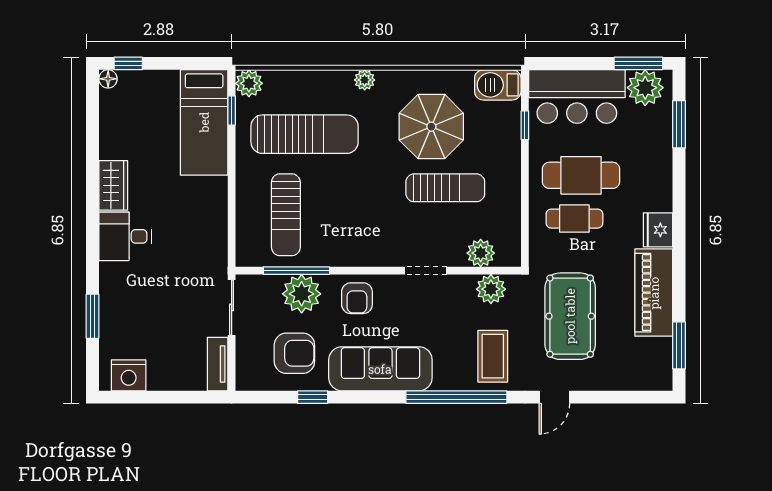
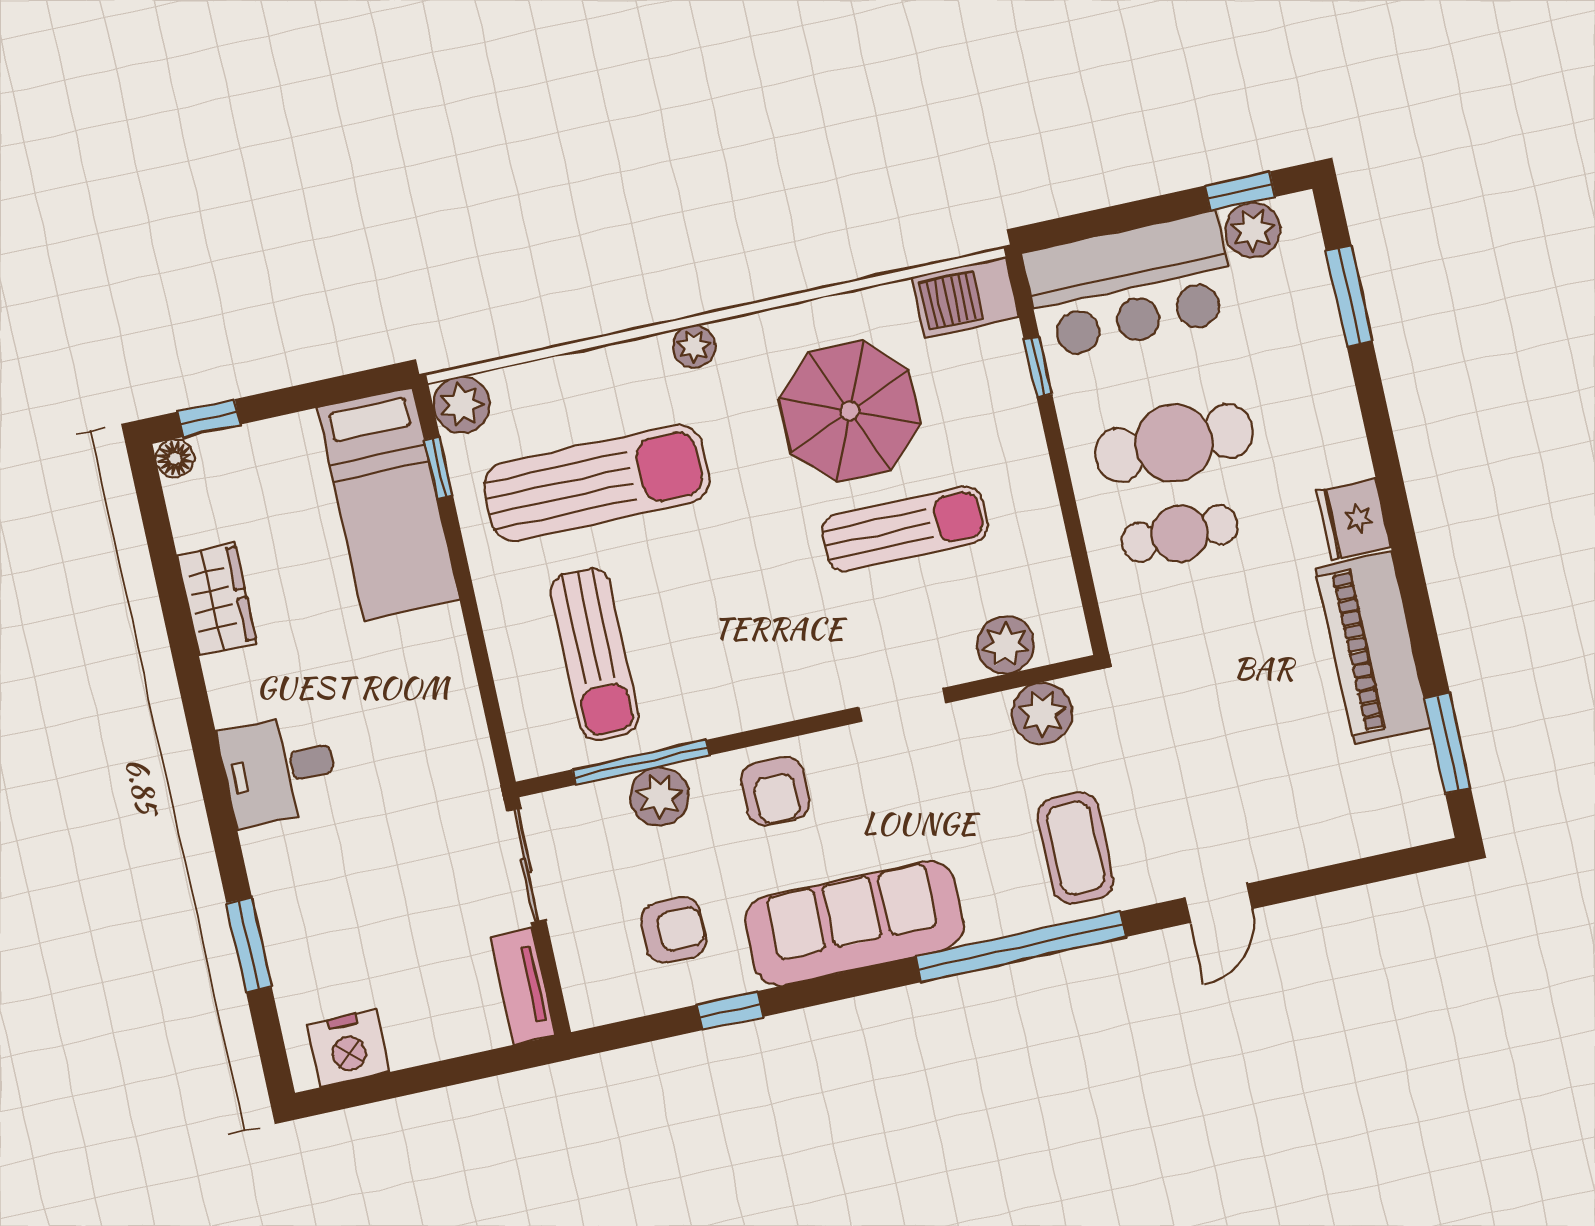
window: (638, 63) -> (1240, 191), width x0.67
plant: (645, 88) -> (1253, 230), width x0.73, depth x0.73
wardrobe: (113, 185) -> (217, 599), moved
plant: (302, 294) -> (659, 796), width x0.73, depth x0.73
pool table: (570, 316) -> (1214, 733), removed
armchair: (294, 353) -> (674, 930), width x0.72, depth x0.72

